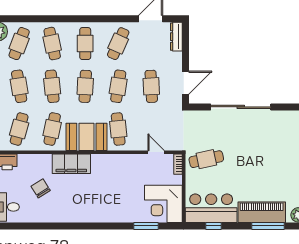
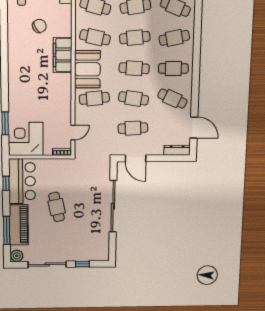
cafe table: (206, 159) -> (57, 207), moved

